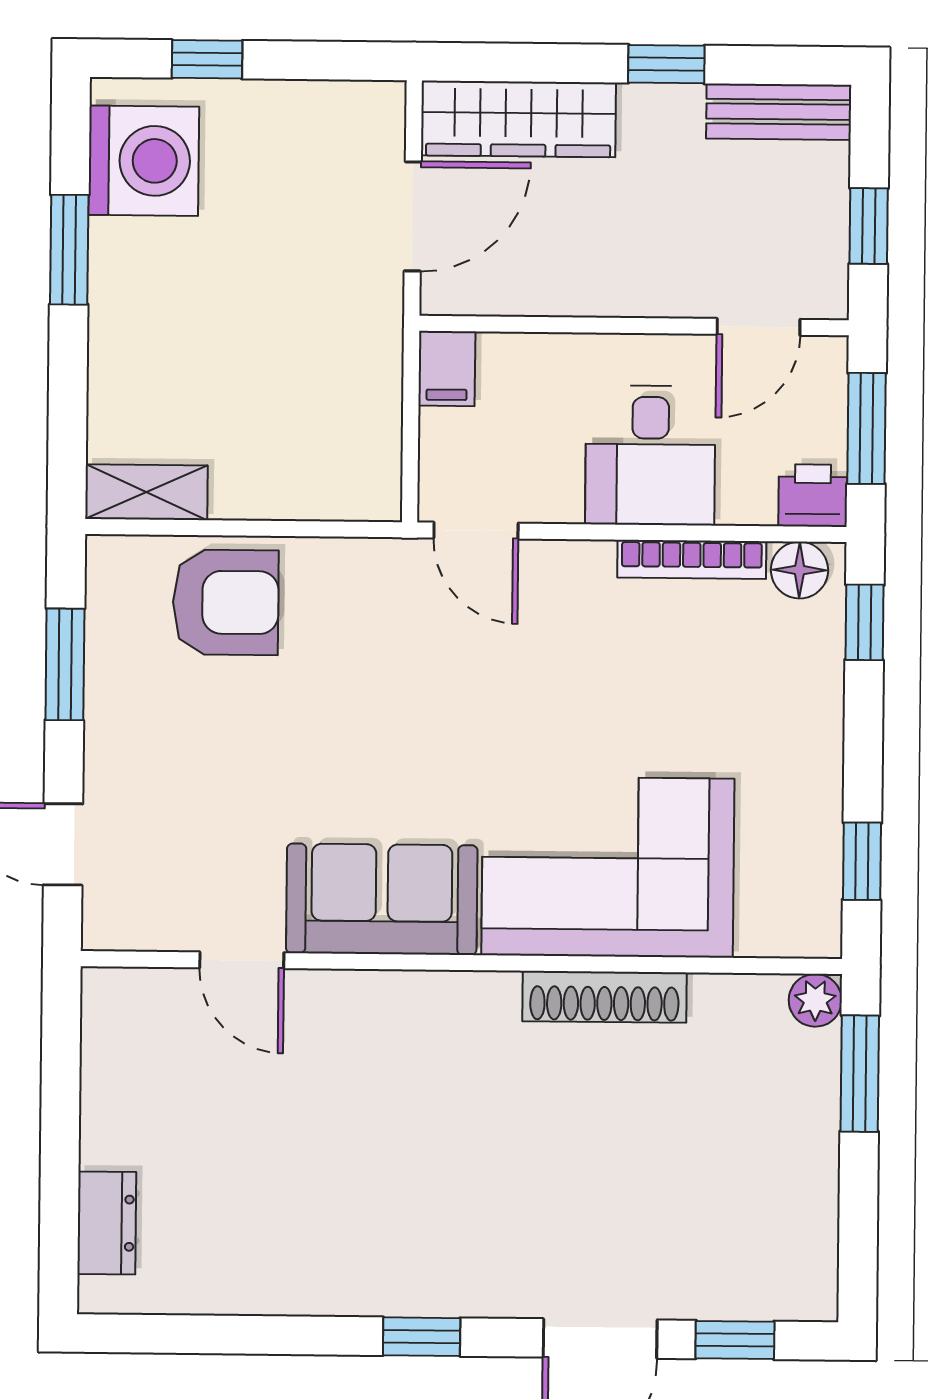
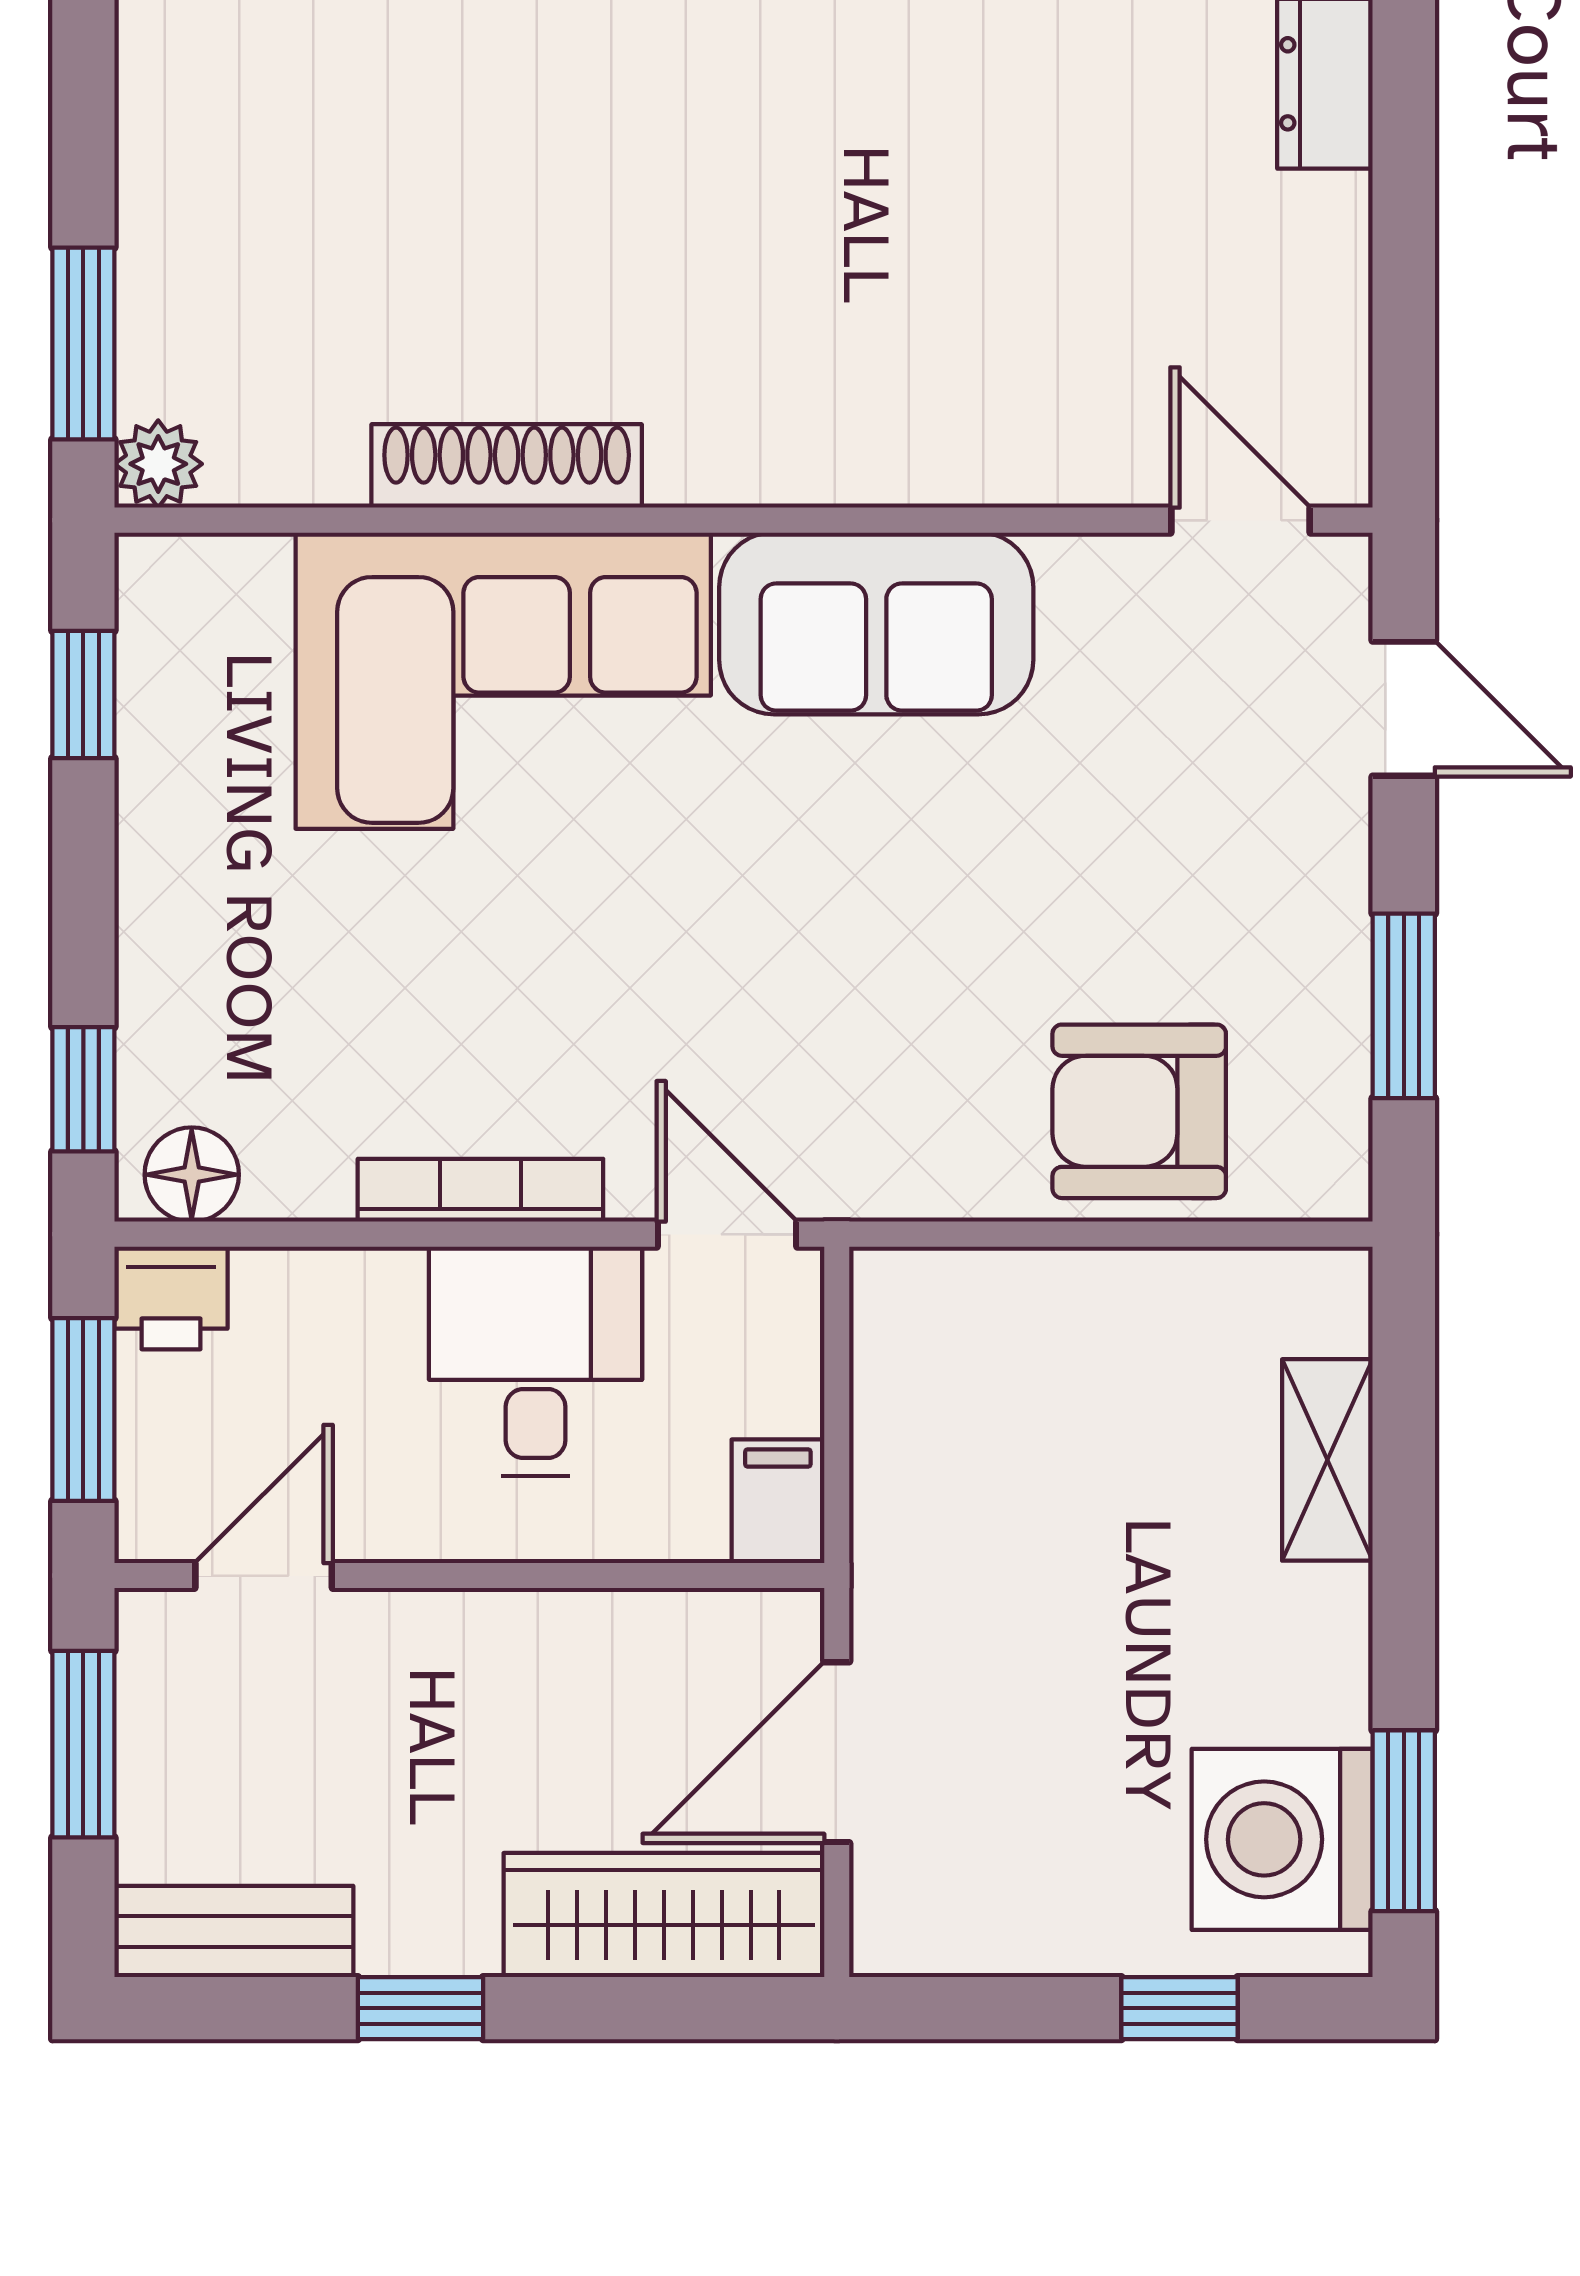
window: (869, 226) -> (83, 1744), width x1.50
window: (69, 250) -> (1404, 1821), moved
desk: (650, 455) -> (536, 1361), moved
shelving: (146, 492) -> (1327, 1460), moved, turned 90
bookcase: (692, 559) -> (480, 1190), moved
door: (242, 960) -> (1241, 520), moved

